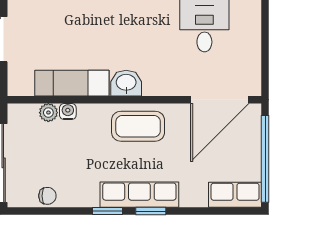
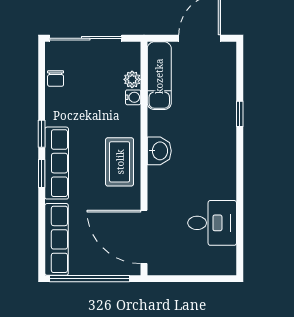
exam couch: (72, 83) -> (159, 76), moved
row of seats: (235, 195) -> (57, 239), width x1.48

